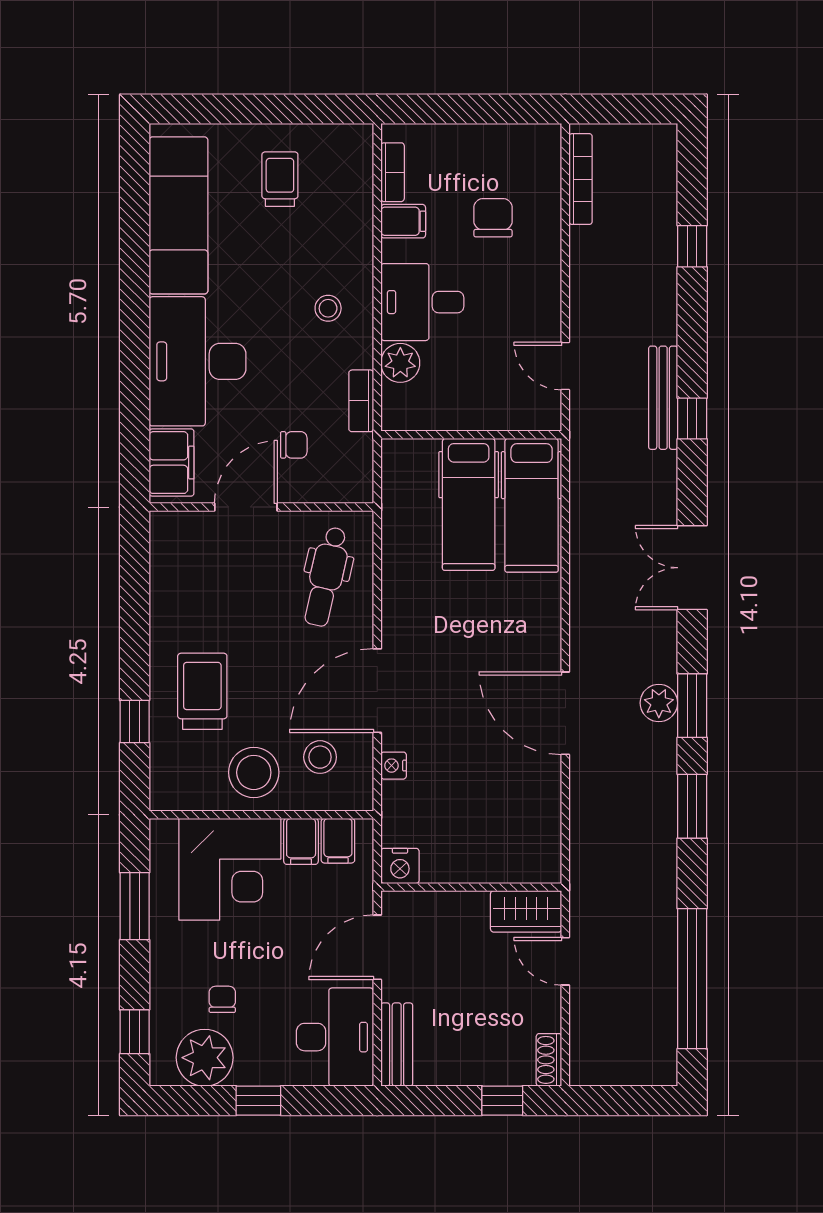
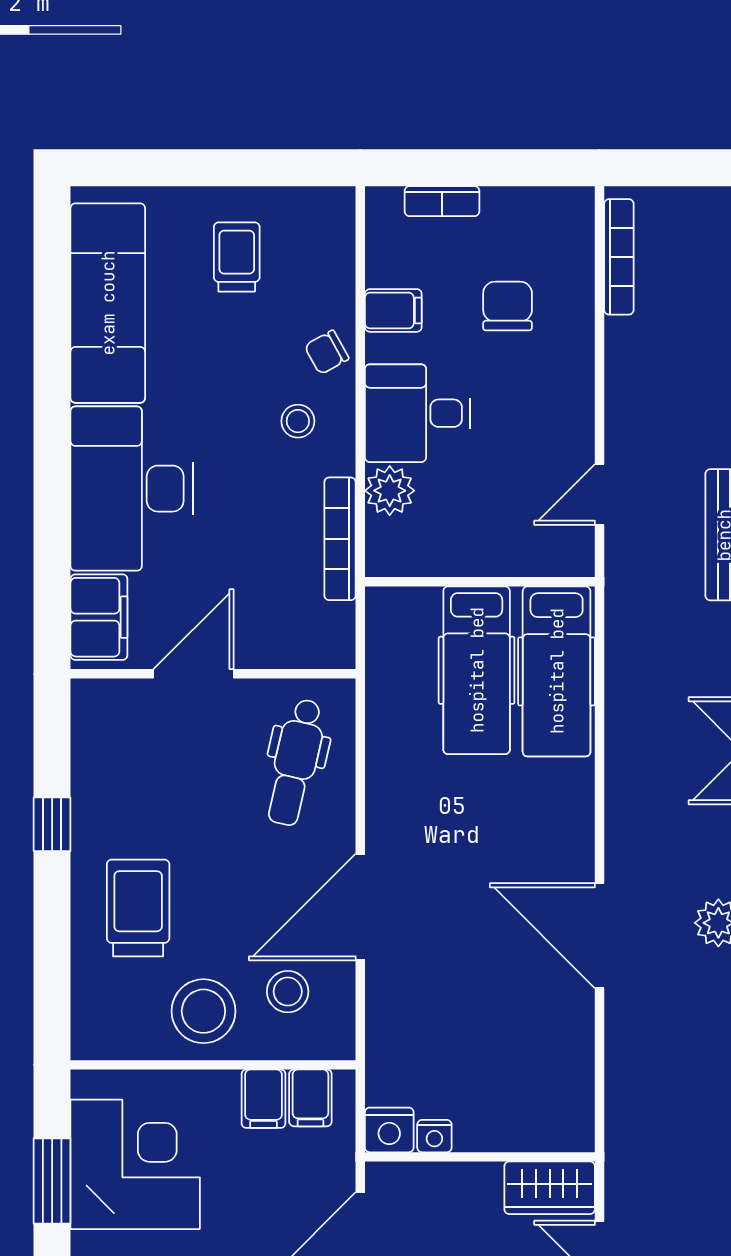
bookcase: (393, 172) -> (442, 201), moved, turned 90
door: (565, 366) -> (600, 495), hinge flipped
bookcase: (361, 401) -> (340, 539), width x1.56
chair: (294, 445) -> (327, 352), moved, turned 151
window: (135, 721) -> (52, 824), moved
nightstand: (394, 766) -> (434, 1136), moved, turned -90
corner desk: (230, 869) -> (135, 1164), moved, turned -90

